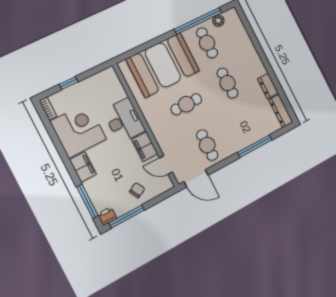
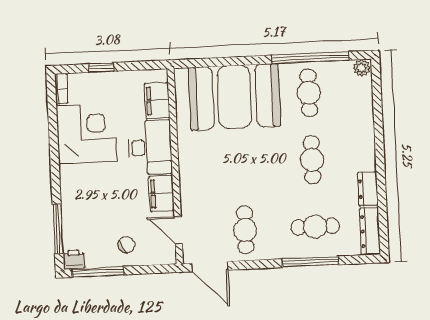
plant: (218, 21) -> (362, 68), moved
cafe table: (186, 104) -> (315, 227), moved
filing cabinet: (83, 167) -> (157, 101), moved, turned 180

